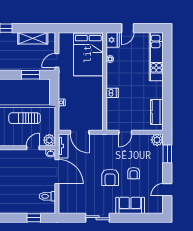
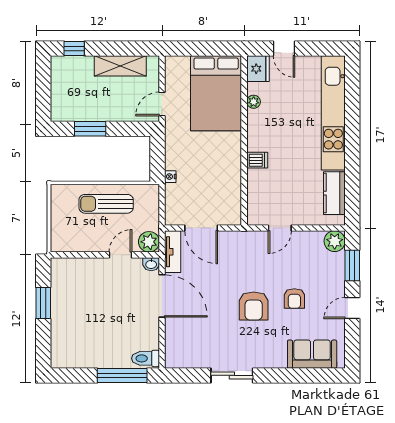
door: (128, 28) -> (284, 48), hinge flipped
kitchen unit: (156, 57) -> (333, 113), width x1.36
window: (30, 75) -> (90, 129), moved
door: (167, 190) -> (352, 308), moved
toilet: (47, 196) -> (145, 358), moved
sofa: (130, 205) -> (312, 354), moved
window: (34, 218) -> (122, 375), width x2.17

